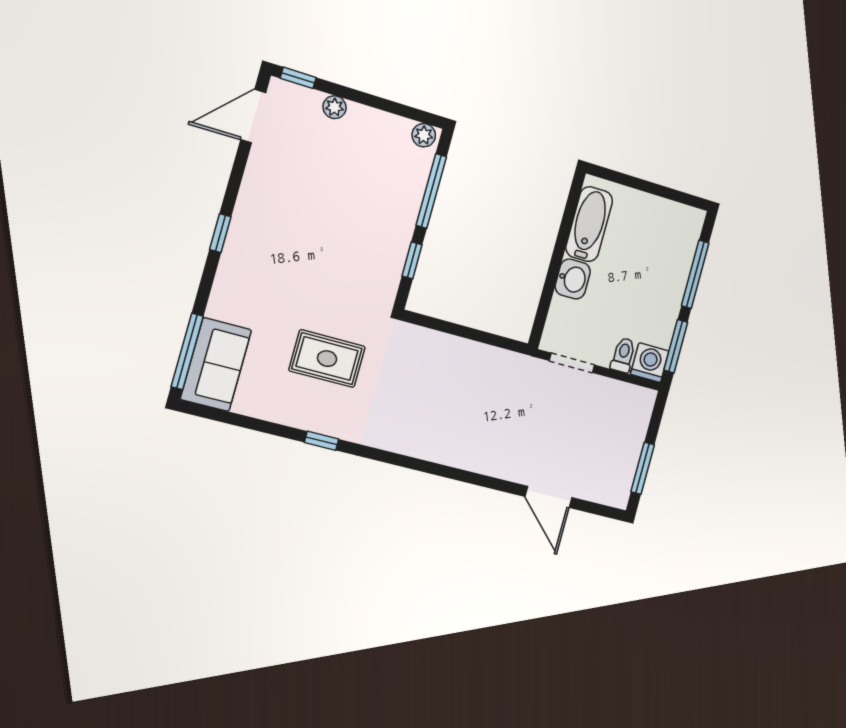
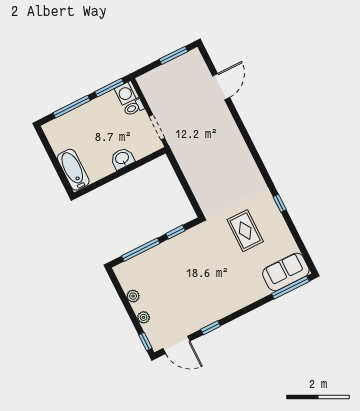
plant: (424, 135) -> (133, 296), moved
bathtub: (589, 224) -> (73, 170), moved, turned 90
window: (220, 233) -> (211, 328), moved

